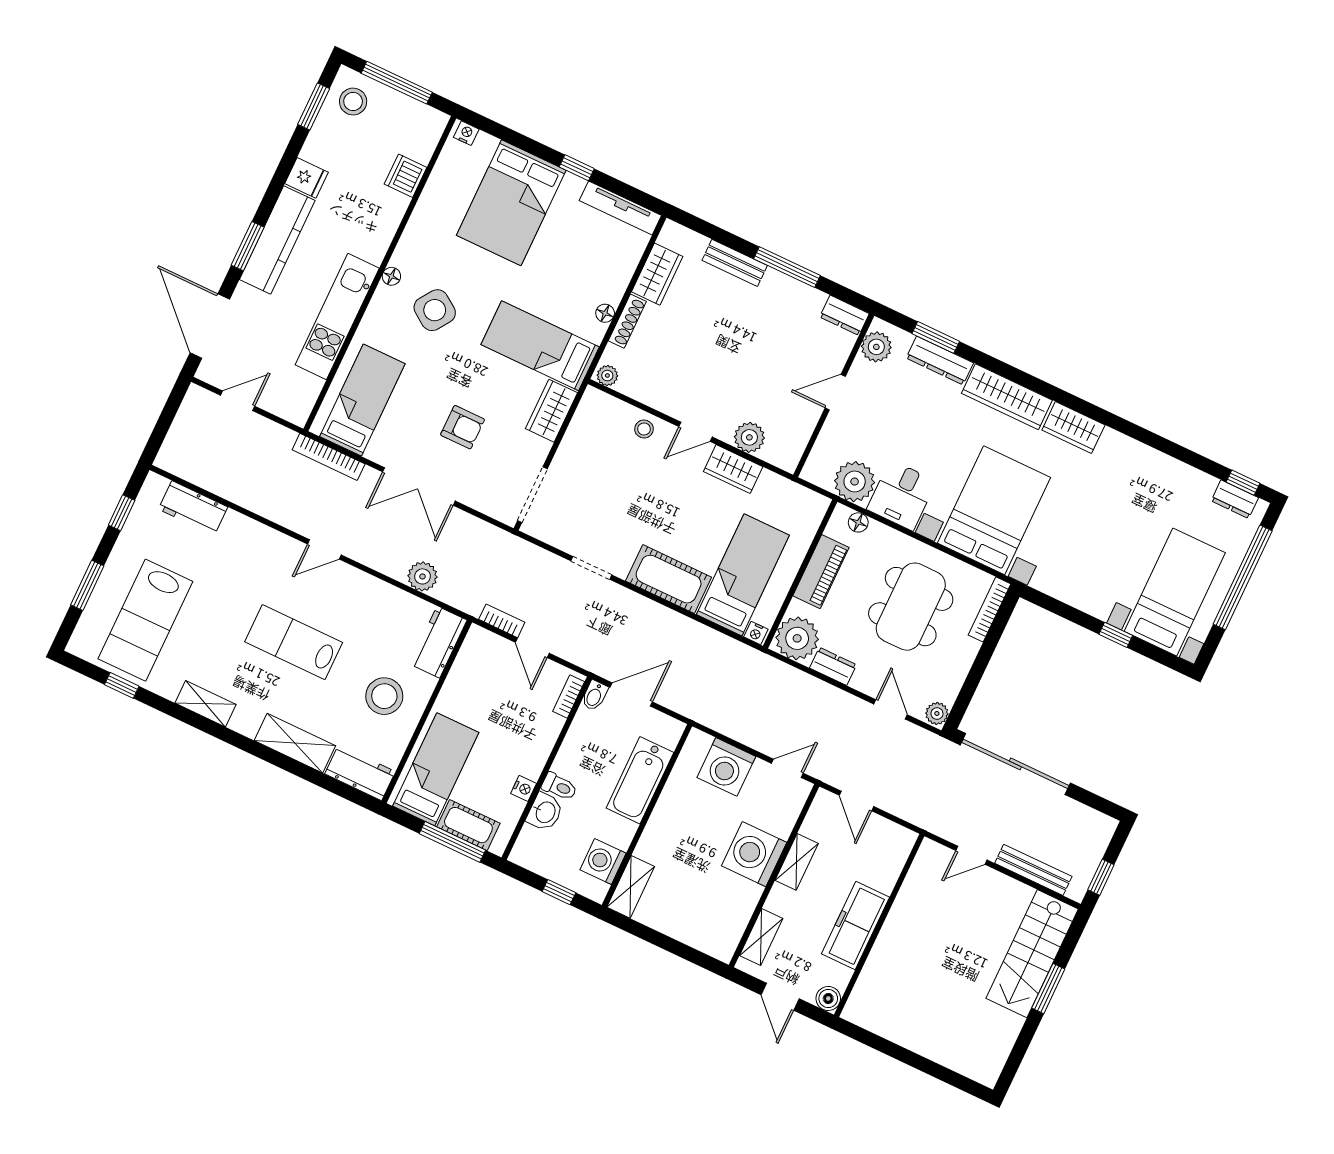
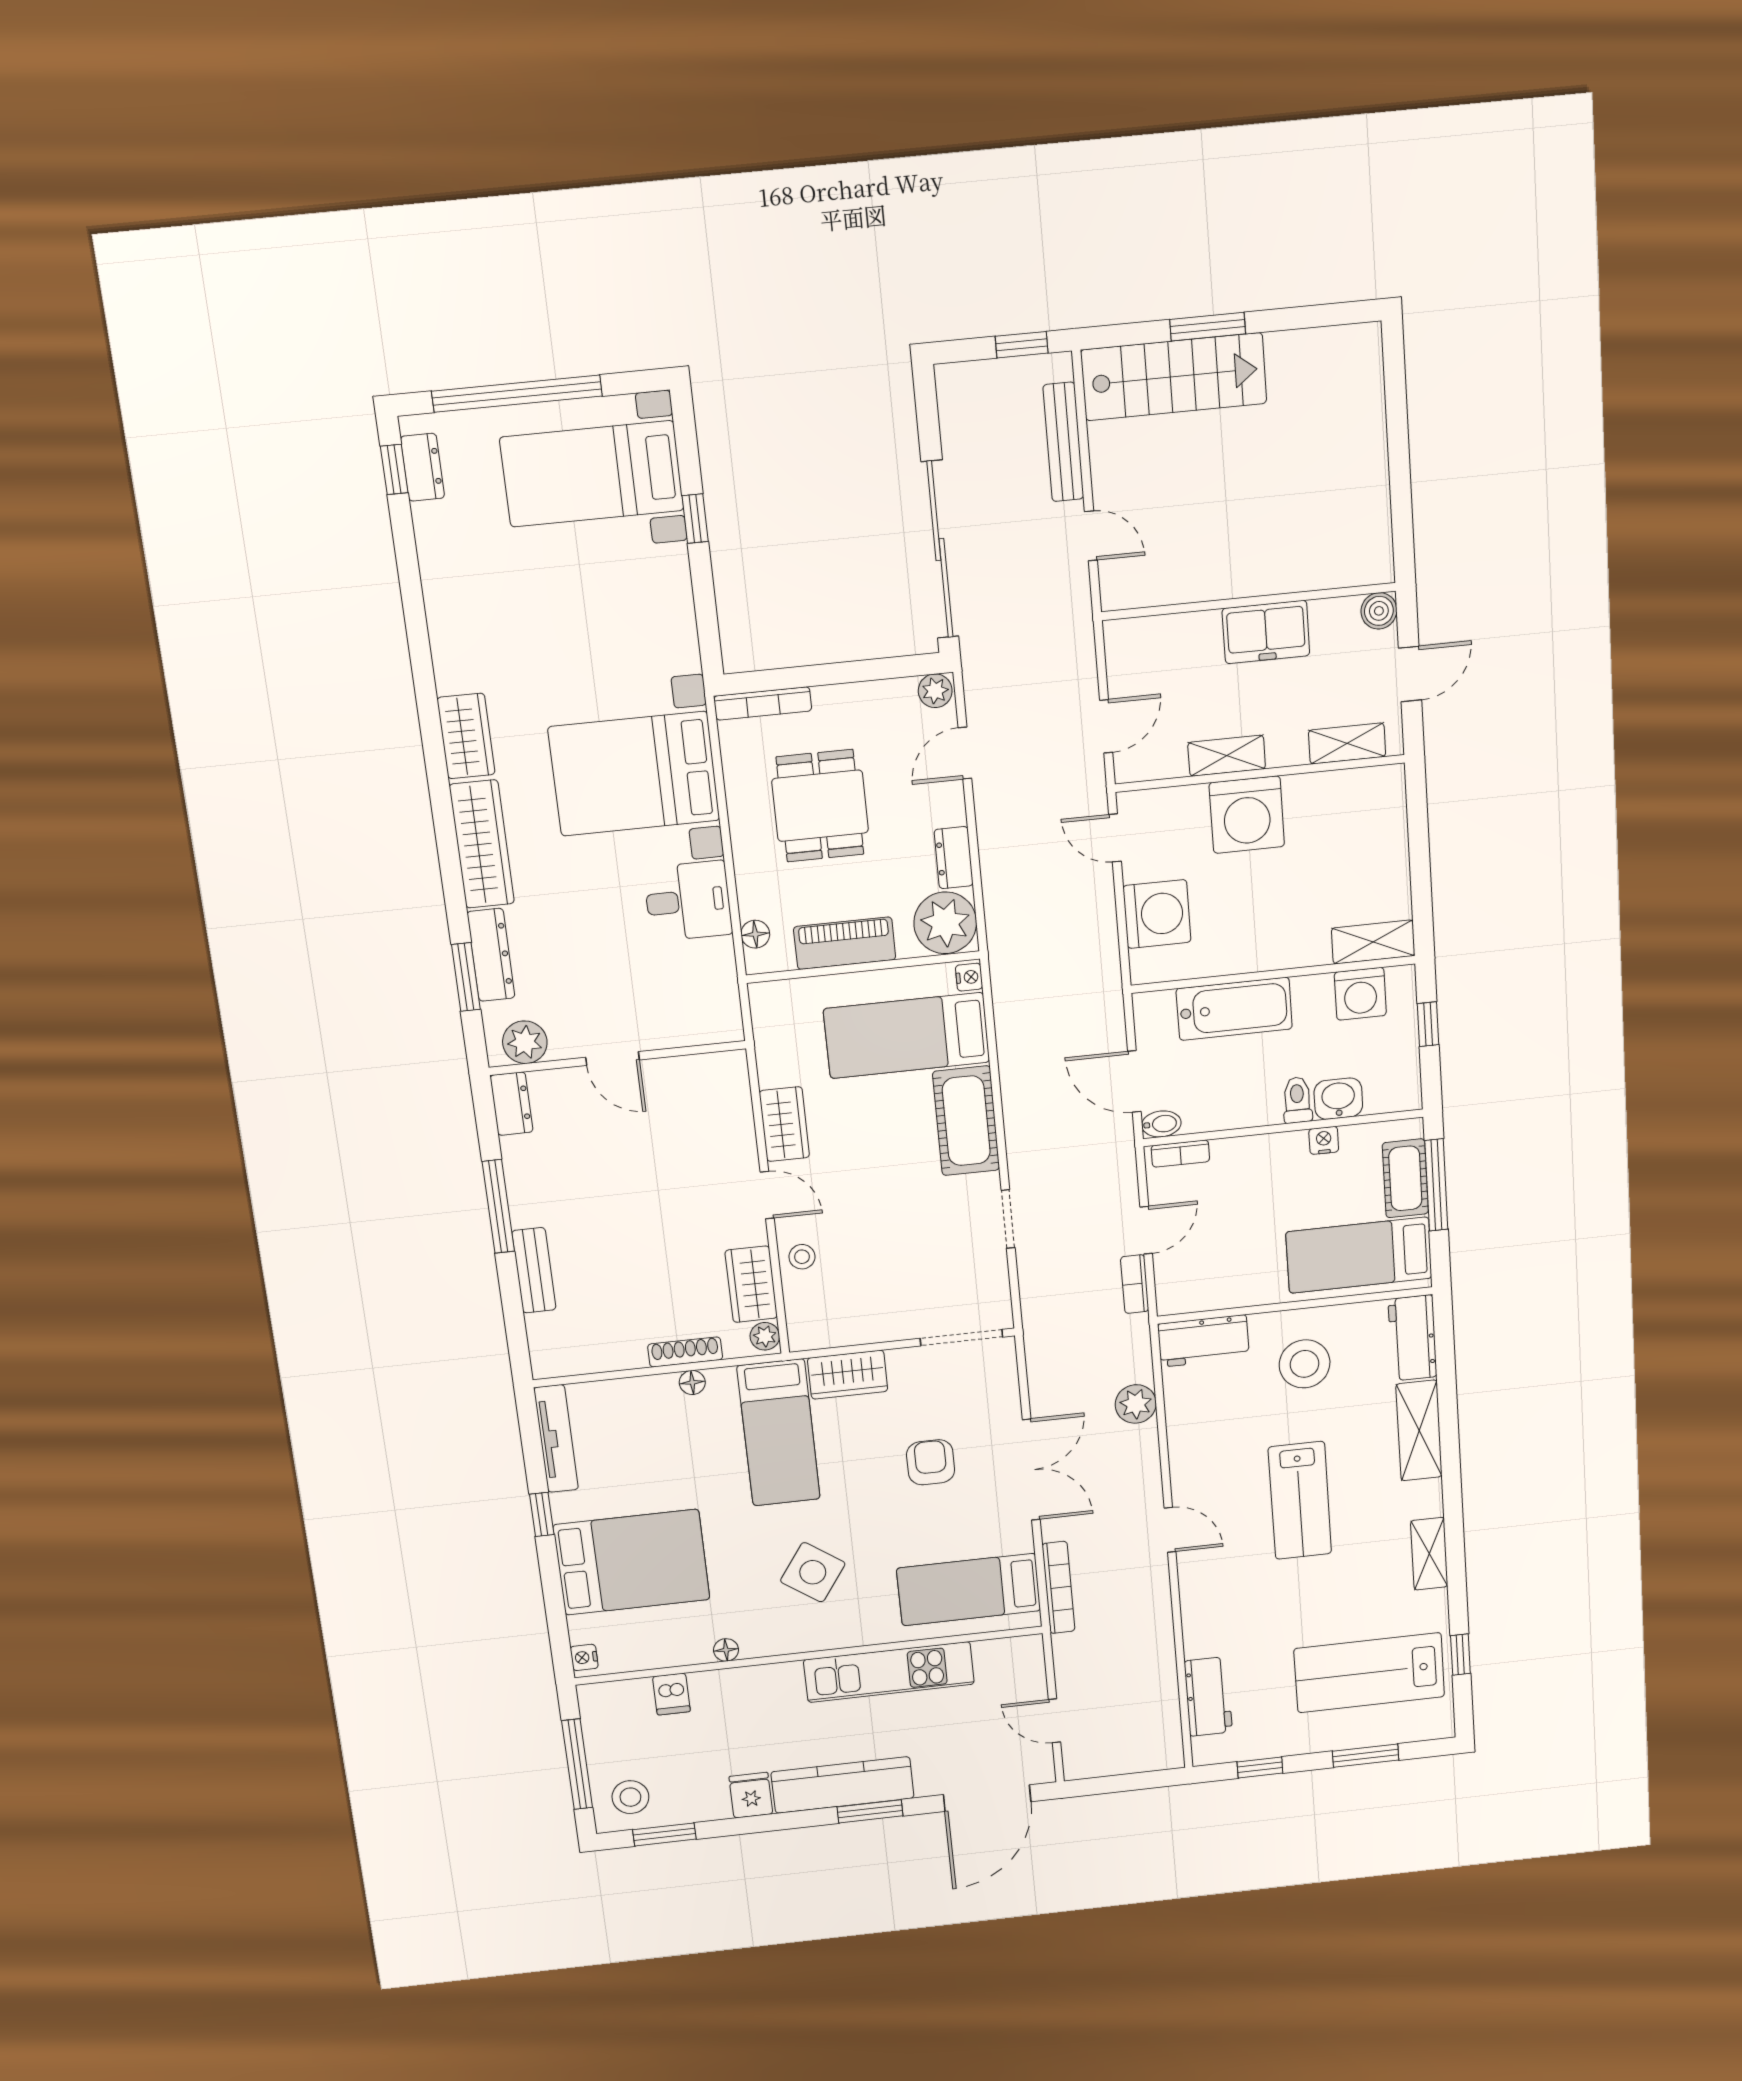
dishwasher: (406, 176) -> (671, 1694), width x0.73
wardrobe: (657, 274) -> (751, 1284), moved, turned -90
floor lamp: (391, 276) -> (726, 1650), moved
plant: (749, 437) -> (733, 1128), removed
plant: (855, 482) -> (707, 969), removed
dining table: (911, 607) -> (820, 806), width x0.73
lab bench: (145, 620) -> (1369, 1673), turned 180
freezer: (855, 926) -> (1266, 632), width x0.71

